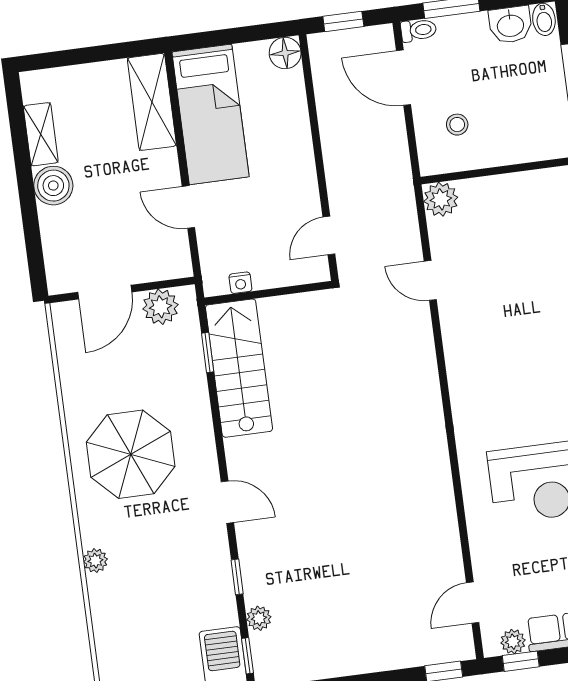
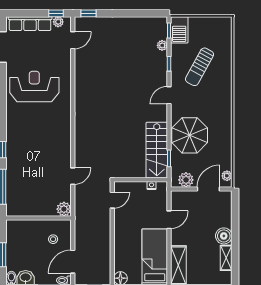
door: (404, 78) -> (73, 262), swing flipped
door: (188, 207) -> (169, 220), hinge flipped
door: (430, 280) -> (73, 176), hinge flipped
parasol: (131, 454) -> (190, 135), moved
door: (227, 502) -> (169, 95), hinge flipped
plant: (95, 561) -> (227, 176), moved
sun lounger: (164, 579) -> (199, 67), added

